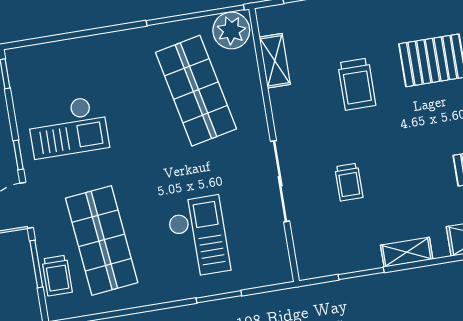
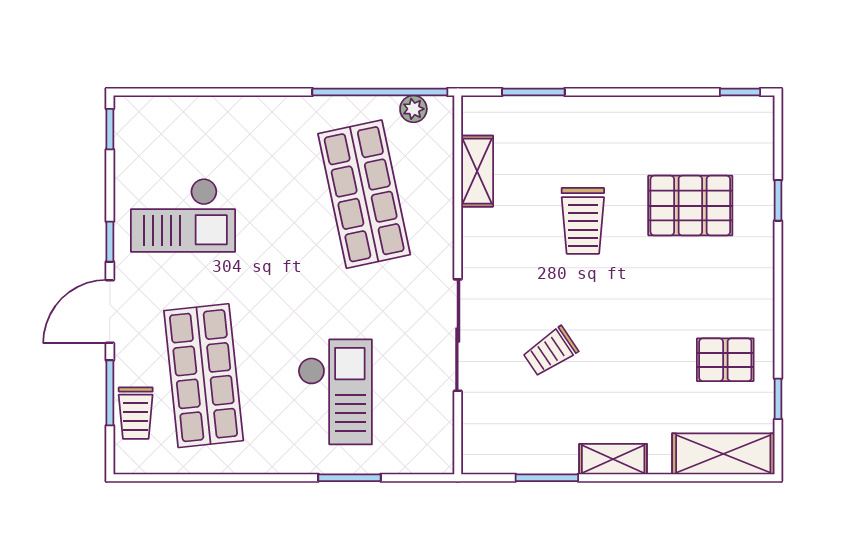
plant: (231, 30) -> (413, 109), width x0.53, depth x0.53
trolley: (349, 182) -> (550, 352), turned 56

